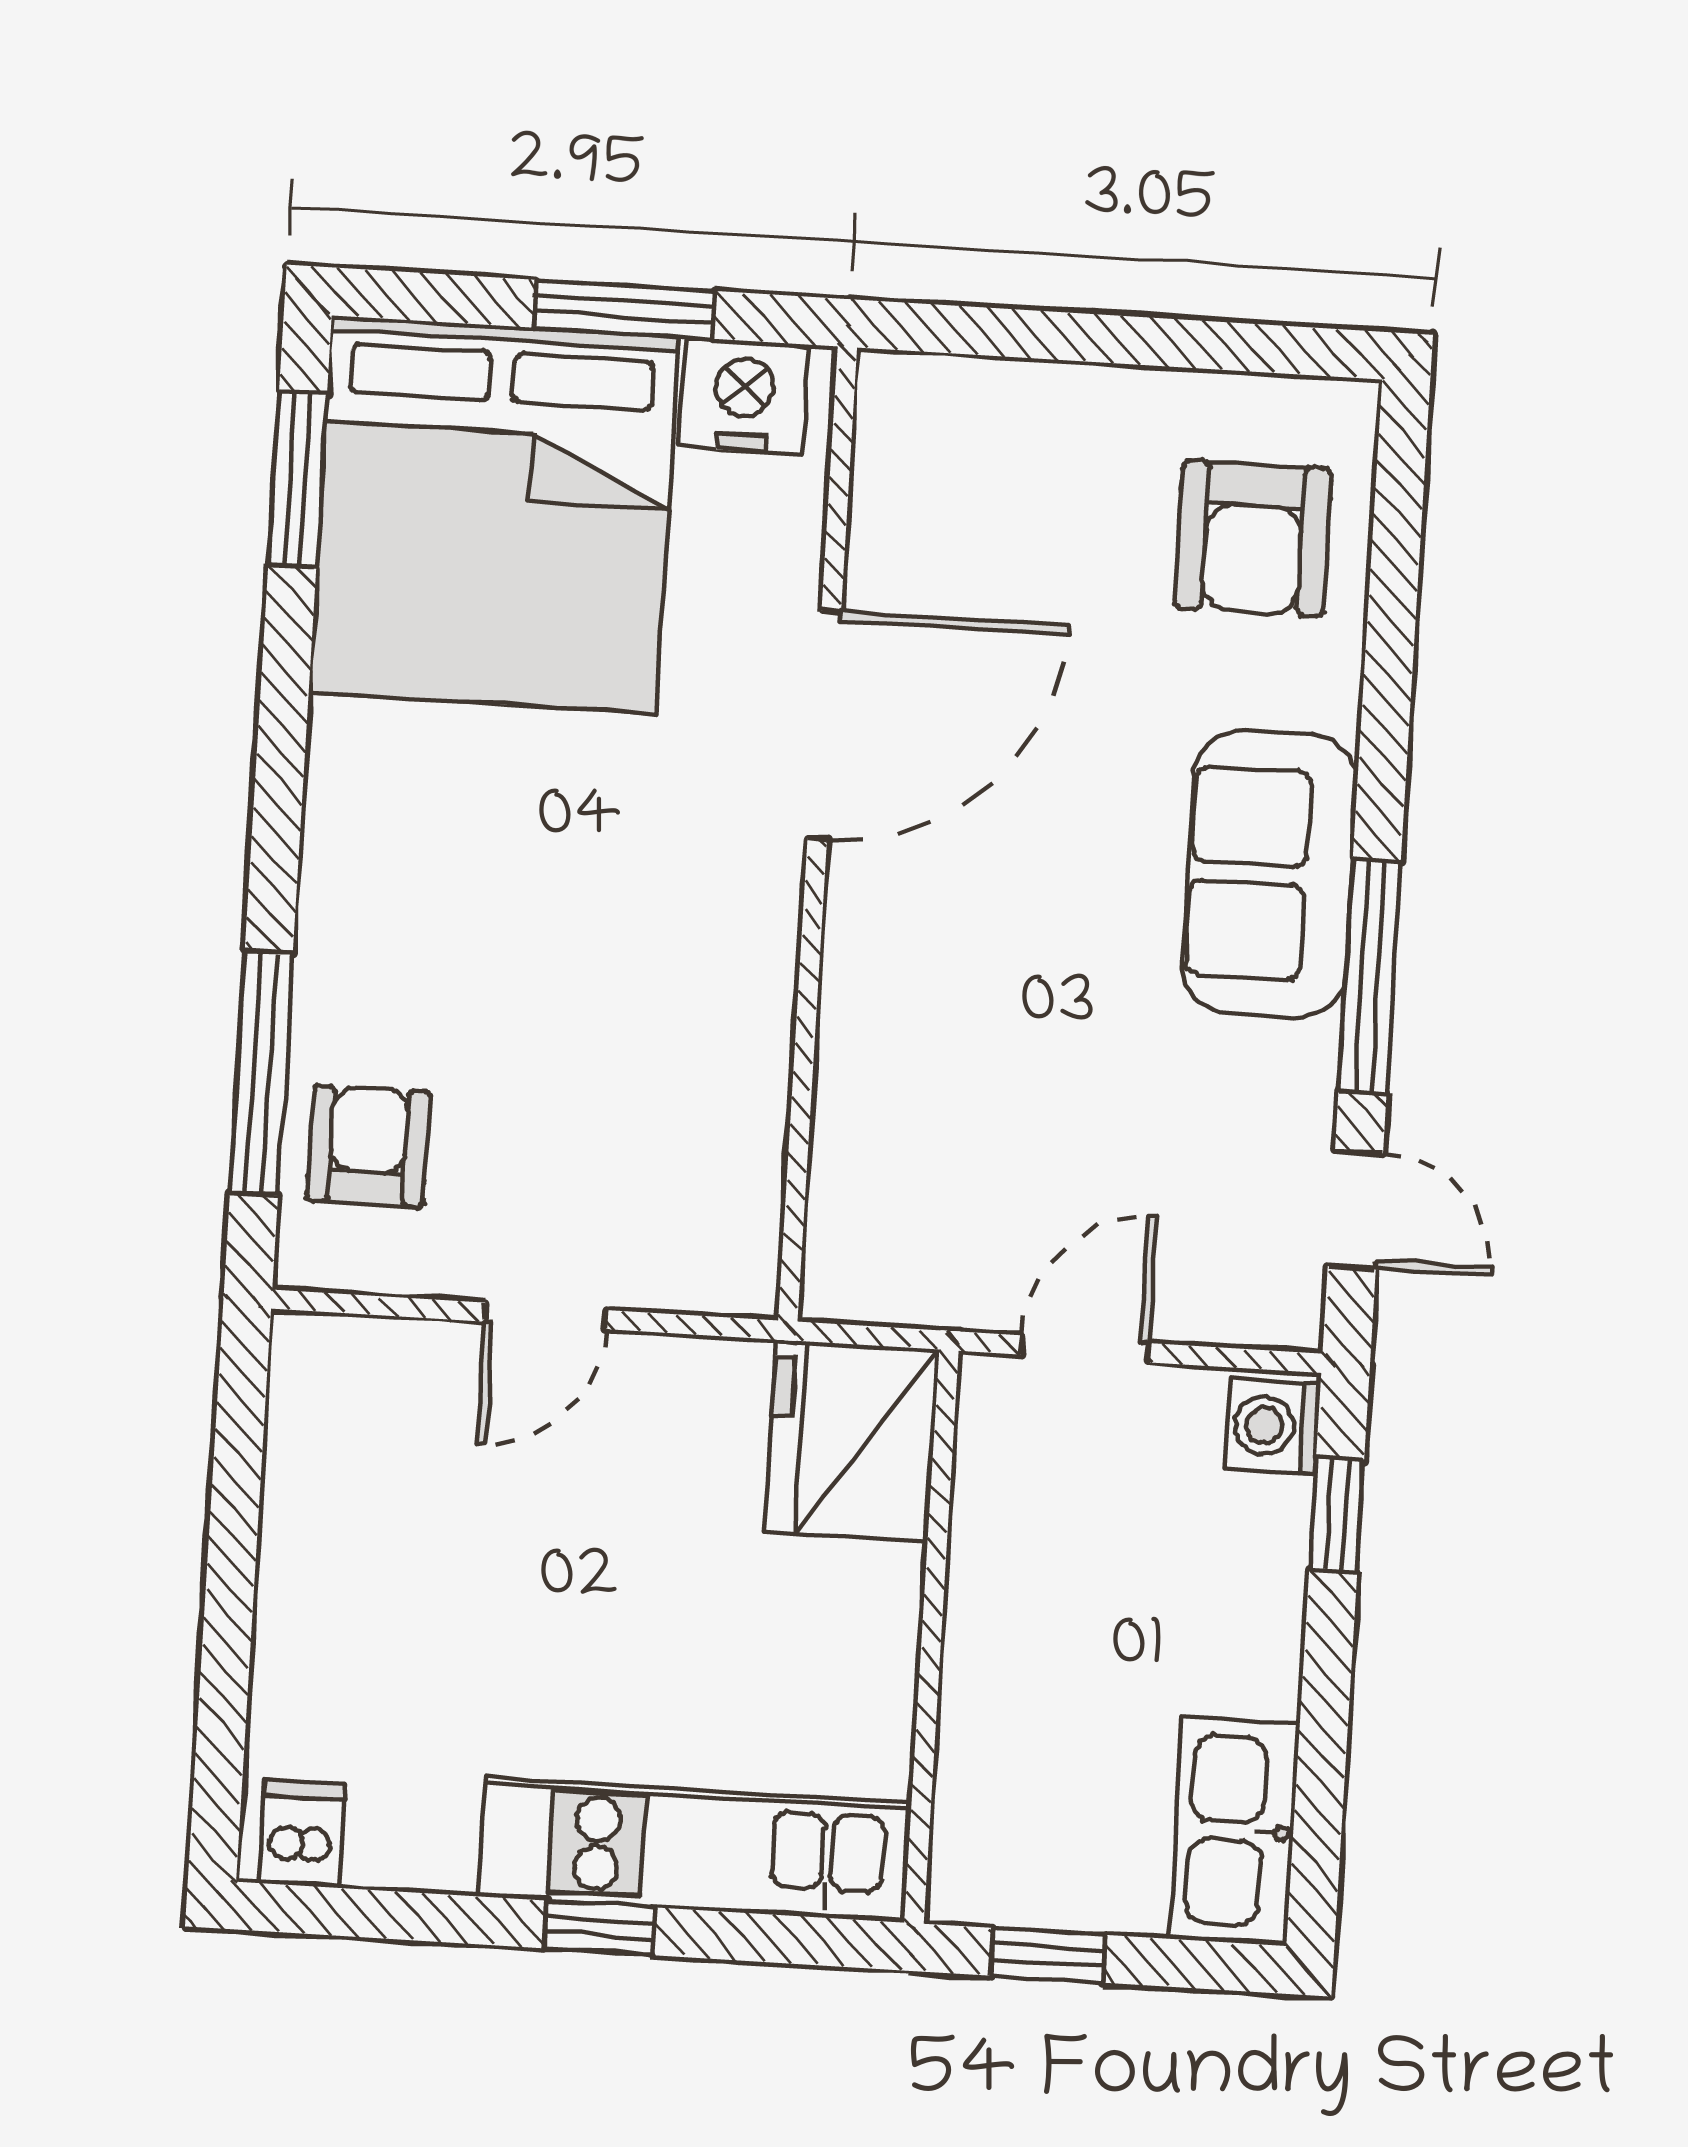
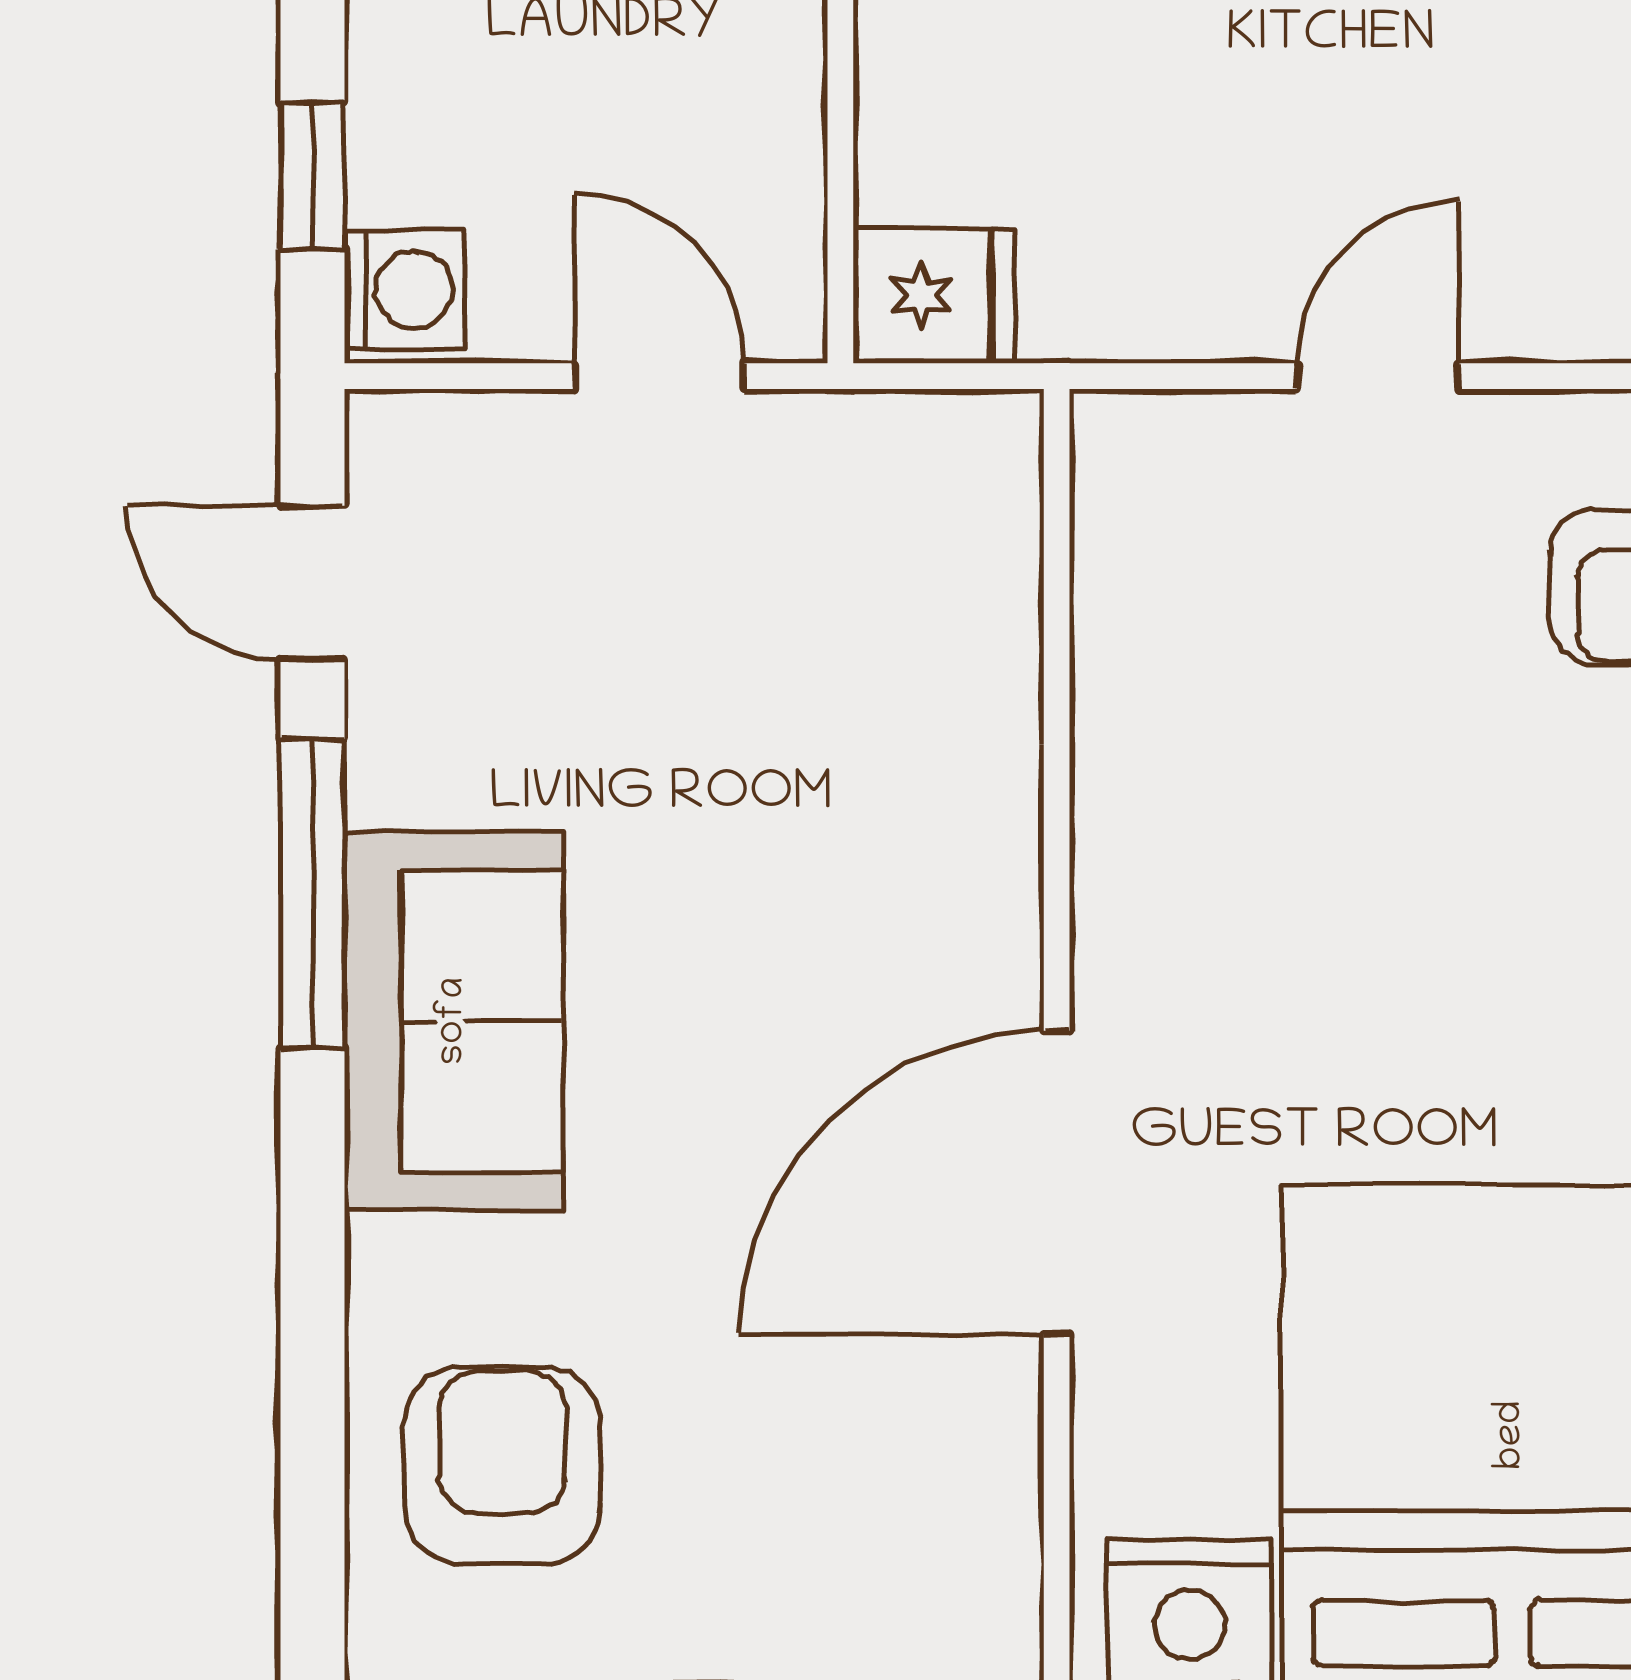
door: (1085, 1349) -> (660, 376), swing flipped
fridge: (852, 1441) -> (934, 296), width x0.53, depth x0.75

